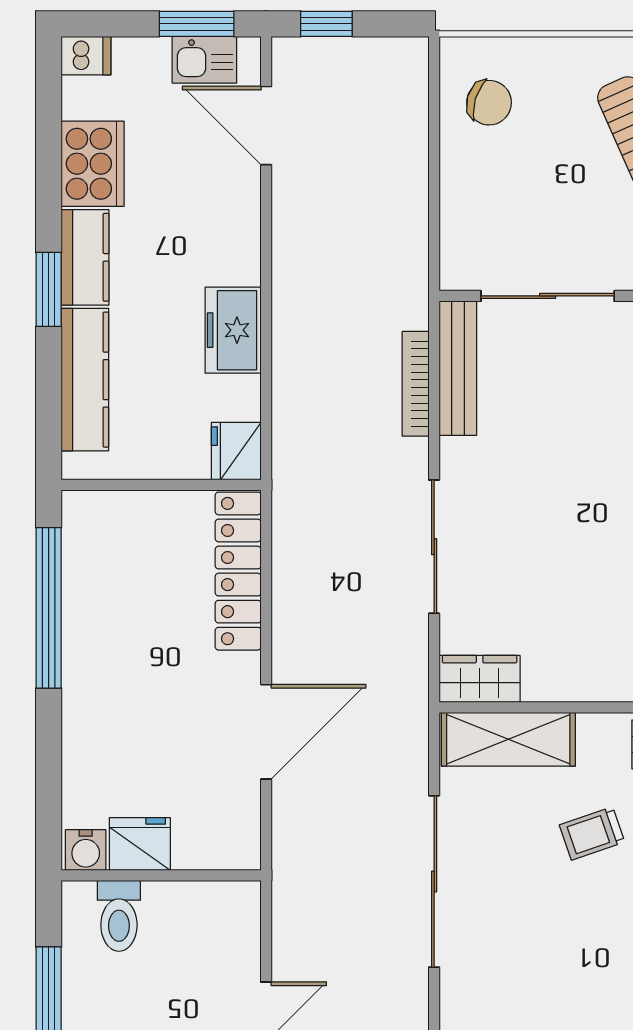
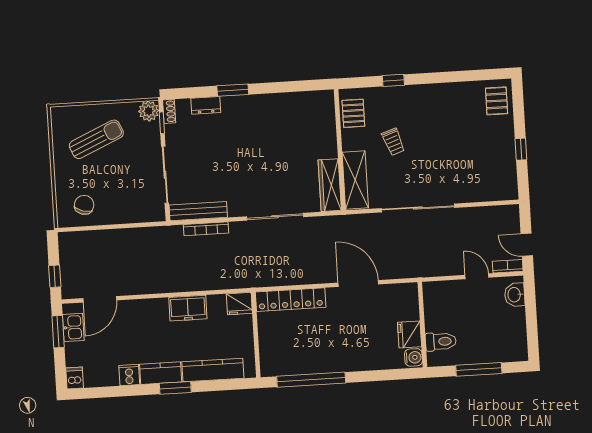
cooker: (93, 164) -> (129, 375), width x0.53, depth x0.76
wardrobe: (480, 679) -> (330, 185), width x1.50

